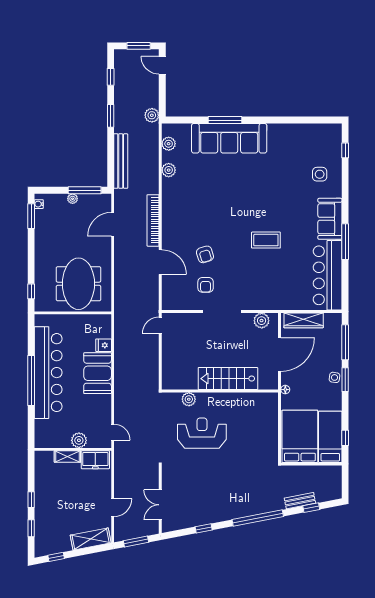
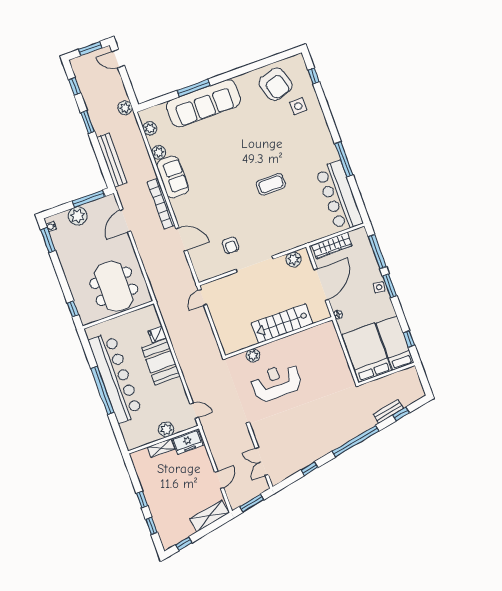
plant: (73, 199) -> (78, 216), width x1.88, depth x1.88
sofa: (330, 219) -> (173, 177), moved, turned 180
armchair: (205, 254) -> (275, 84), moved, width x1.88, depth x1.88

